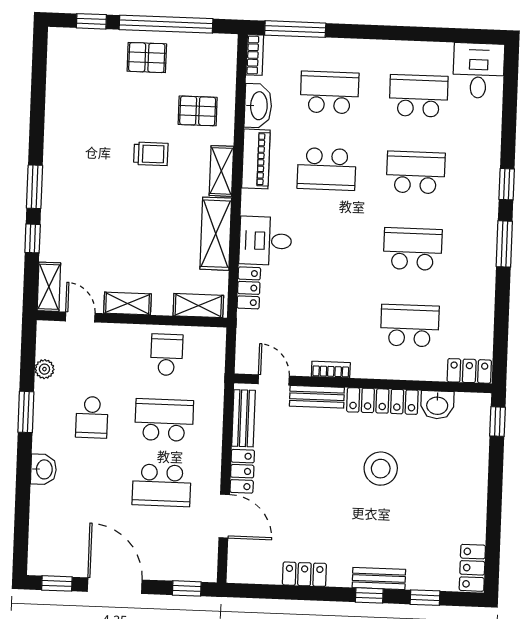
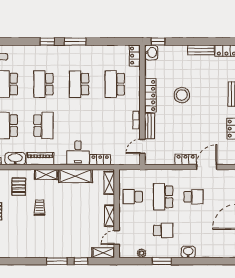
washbasin: (437, 405) -> (151, 53), moved
bench: (244, 418) -> (201, 50), moved
school desk: (162, 485) -> (194, 197), width x0.54

